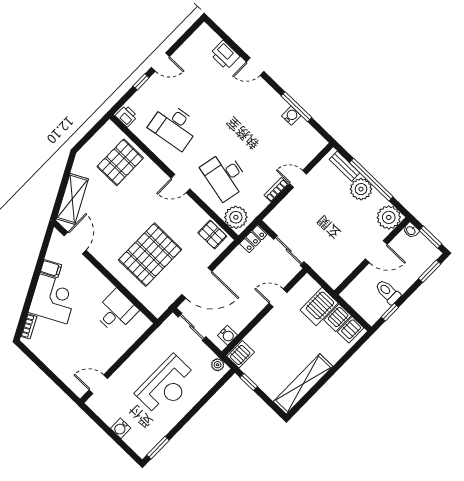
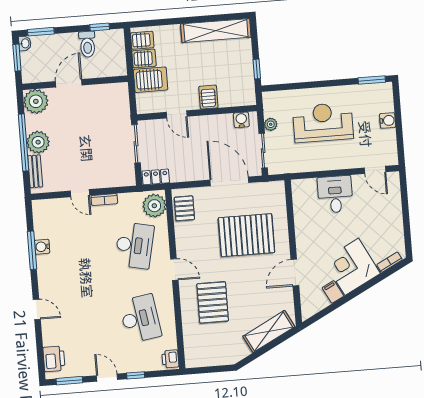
window: (186, 36) -> (69, 381), added
printer: (225, 55) -> (54, 359), moved
pallet: (120, 162) -> (213, 302), moved, turned 90
washbasin: (411, 230) -> (25, 43), moved
door: (75, 243) -> (295, 273), moved
door: (376, 252) -> (69, 83), hinge flipped
desk: (116, 311) -> (335, 194), moved, turned 90
server rack: (241, 354) -> (208, 97), moved, turned 90
plant: (218, 365) -> (271, 124), moved

